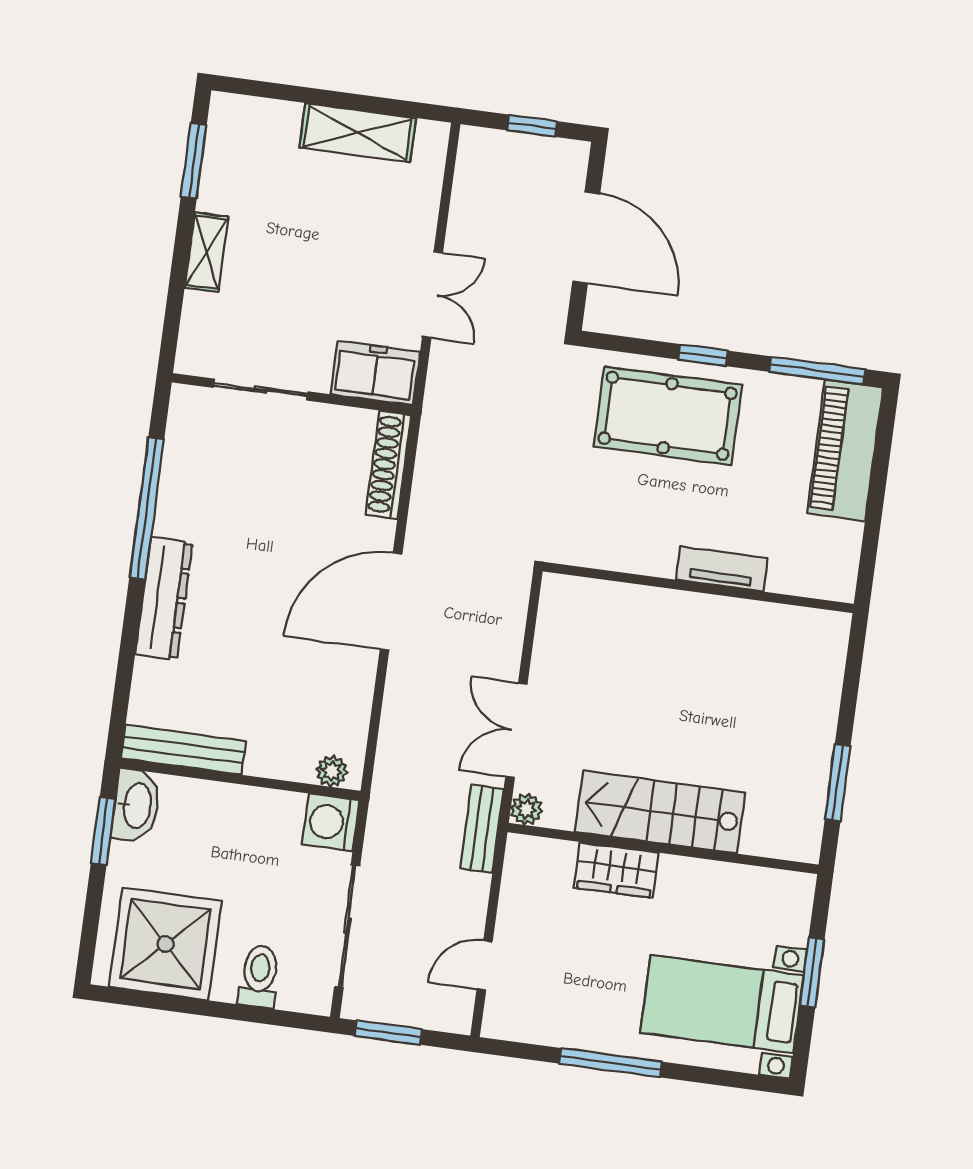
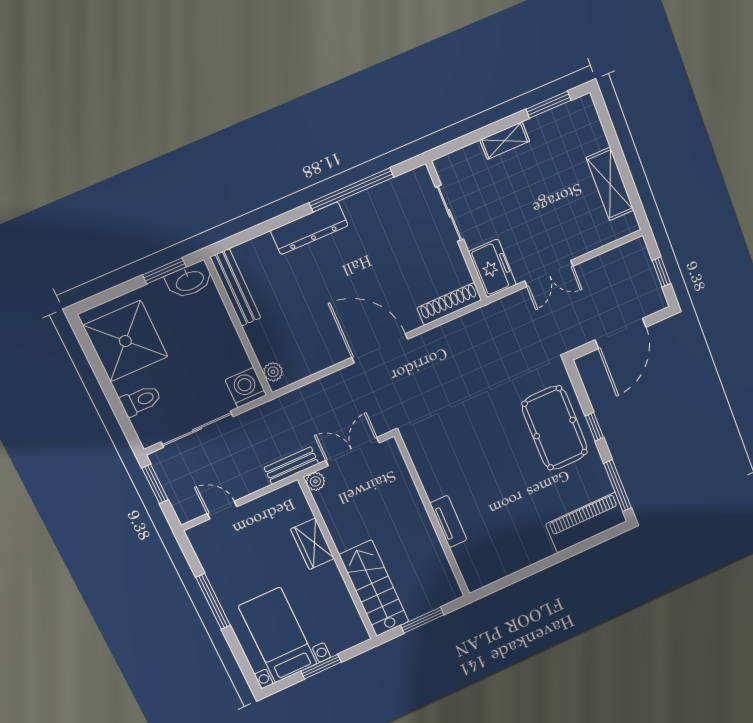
tv unit: (722, 569) -> (448, 522), moved
wall: (698, 588) -> (432, 516), moved
stairs: (660, 812) -> (374, 588), moved

